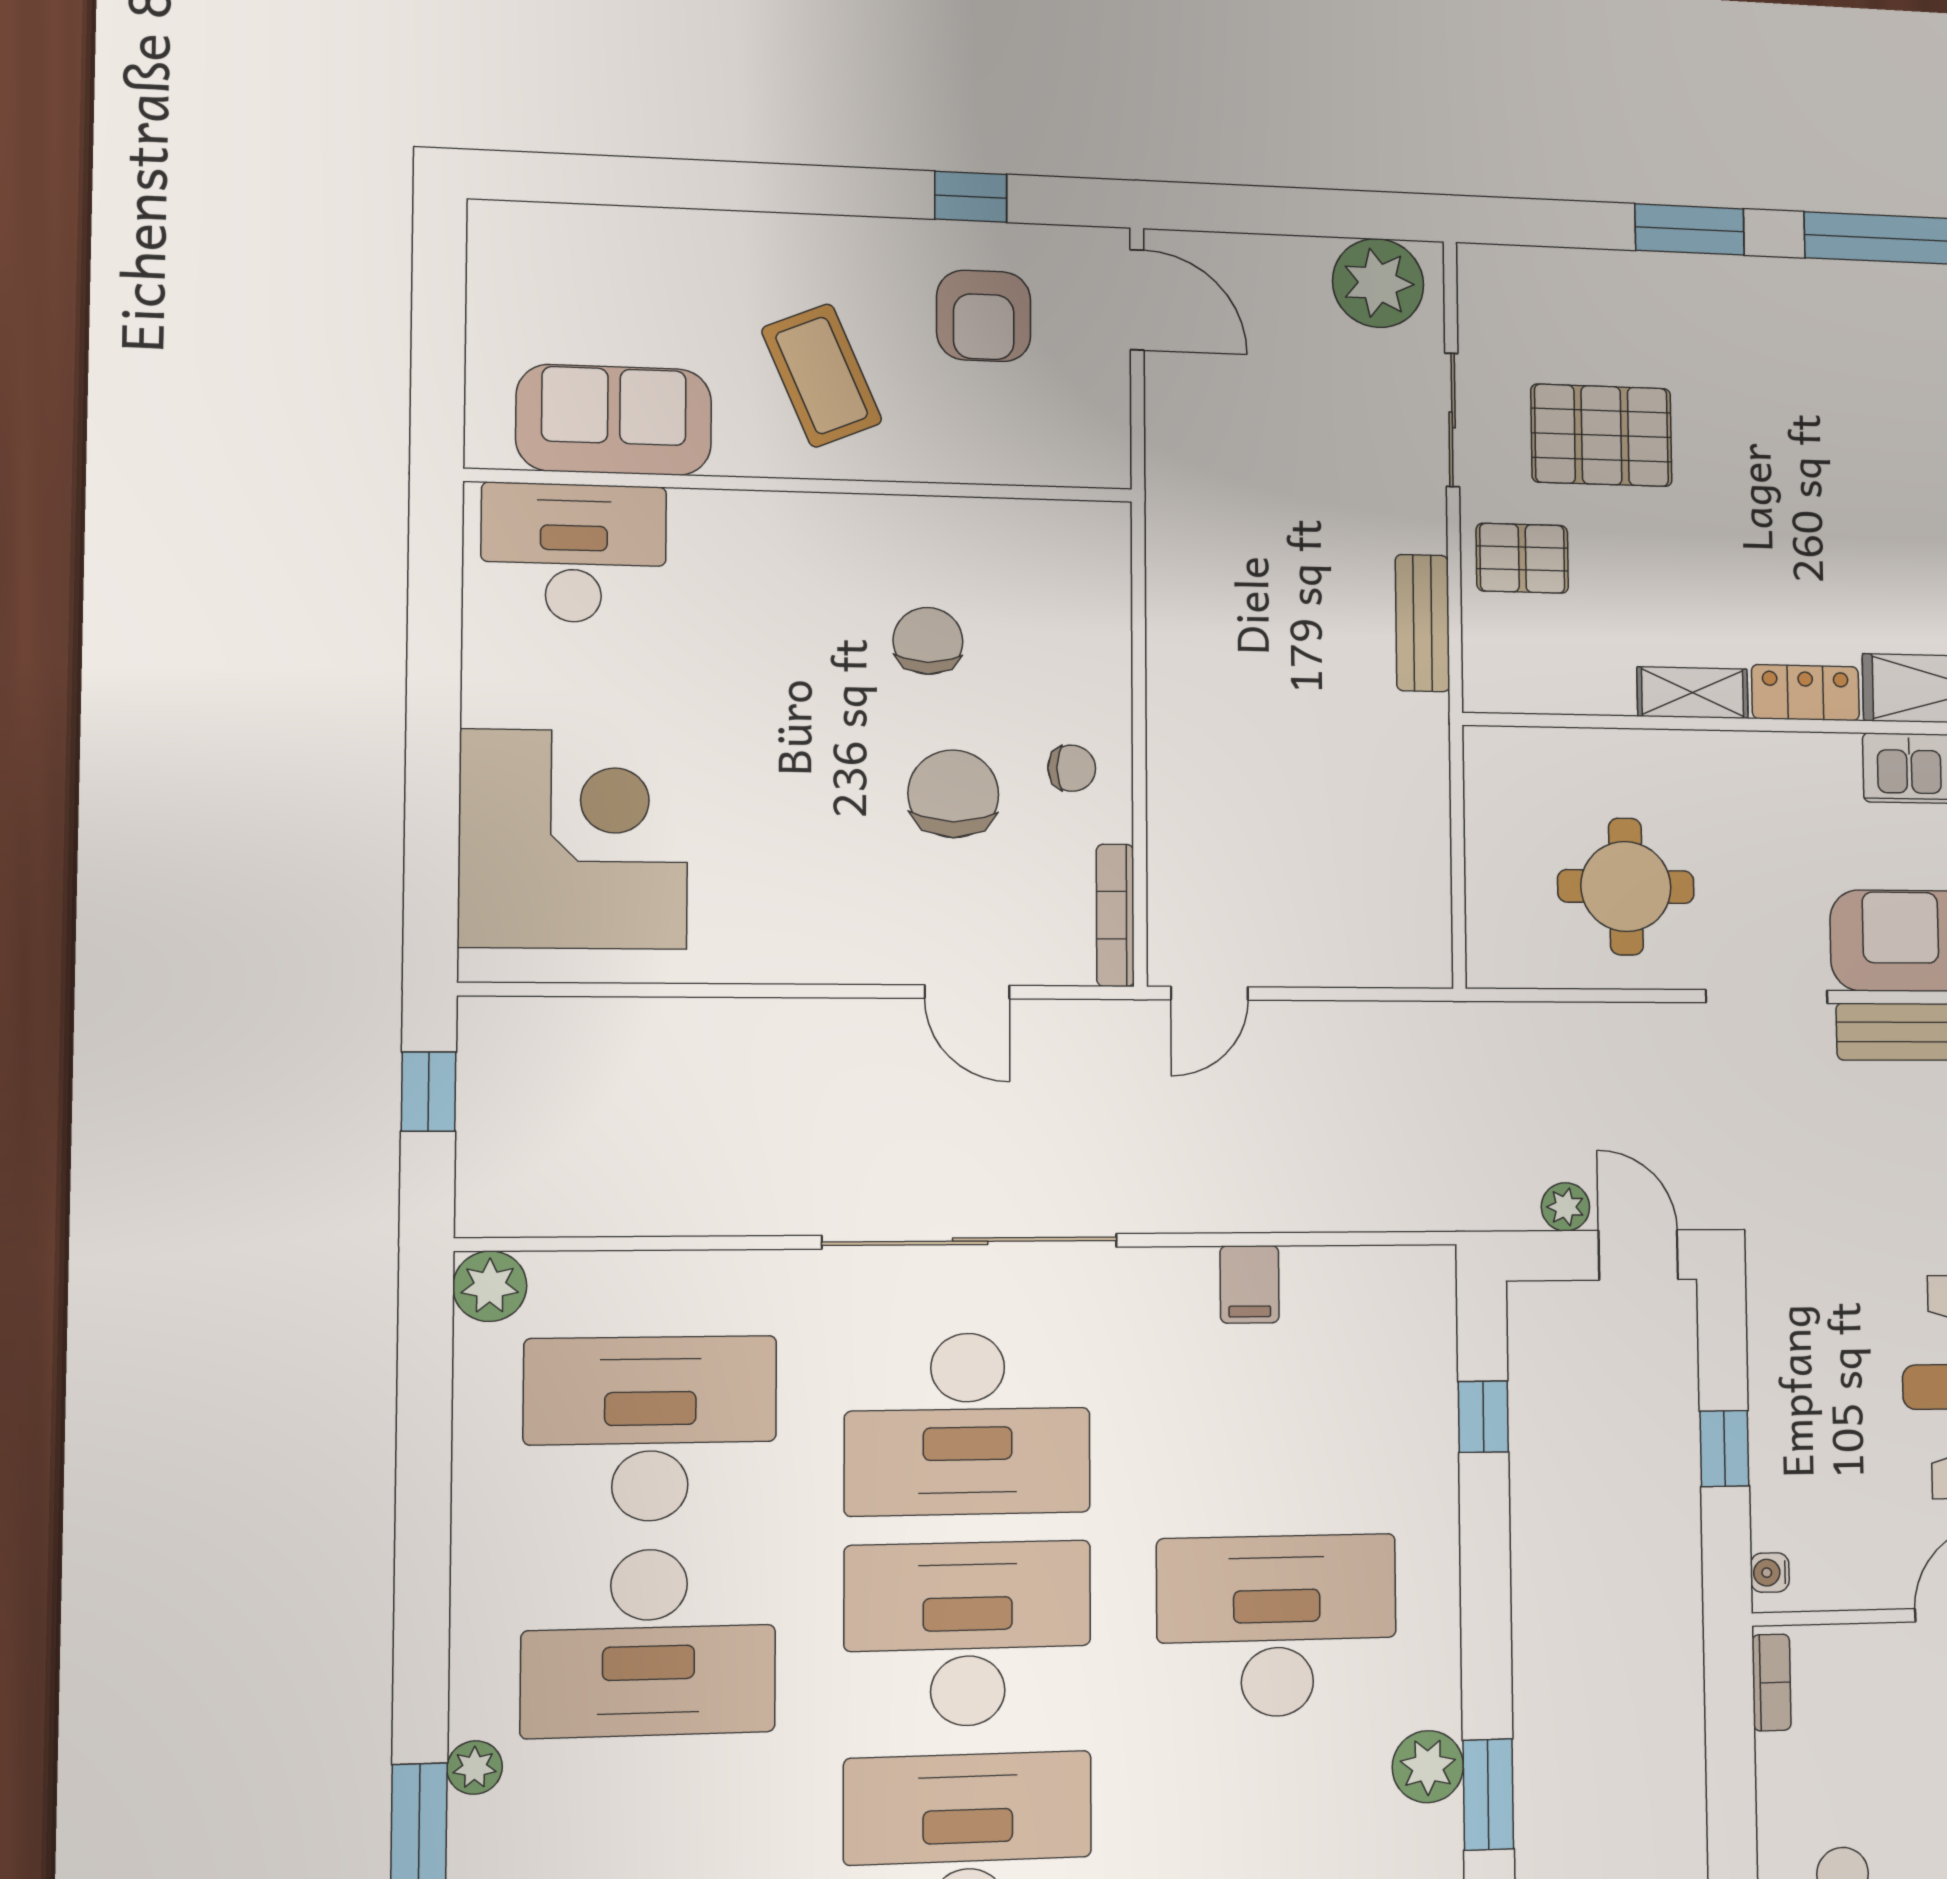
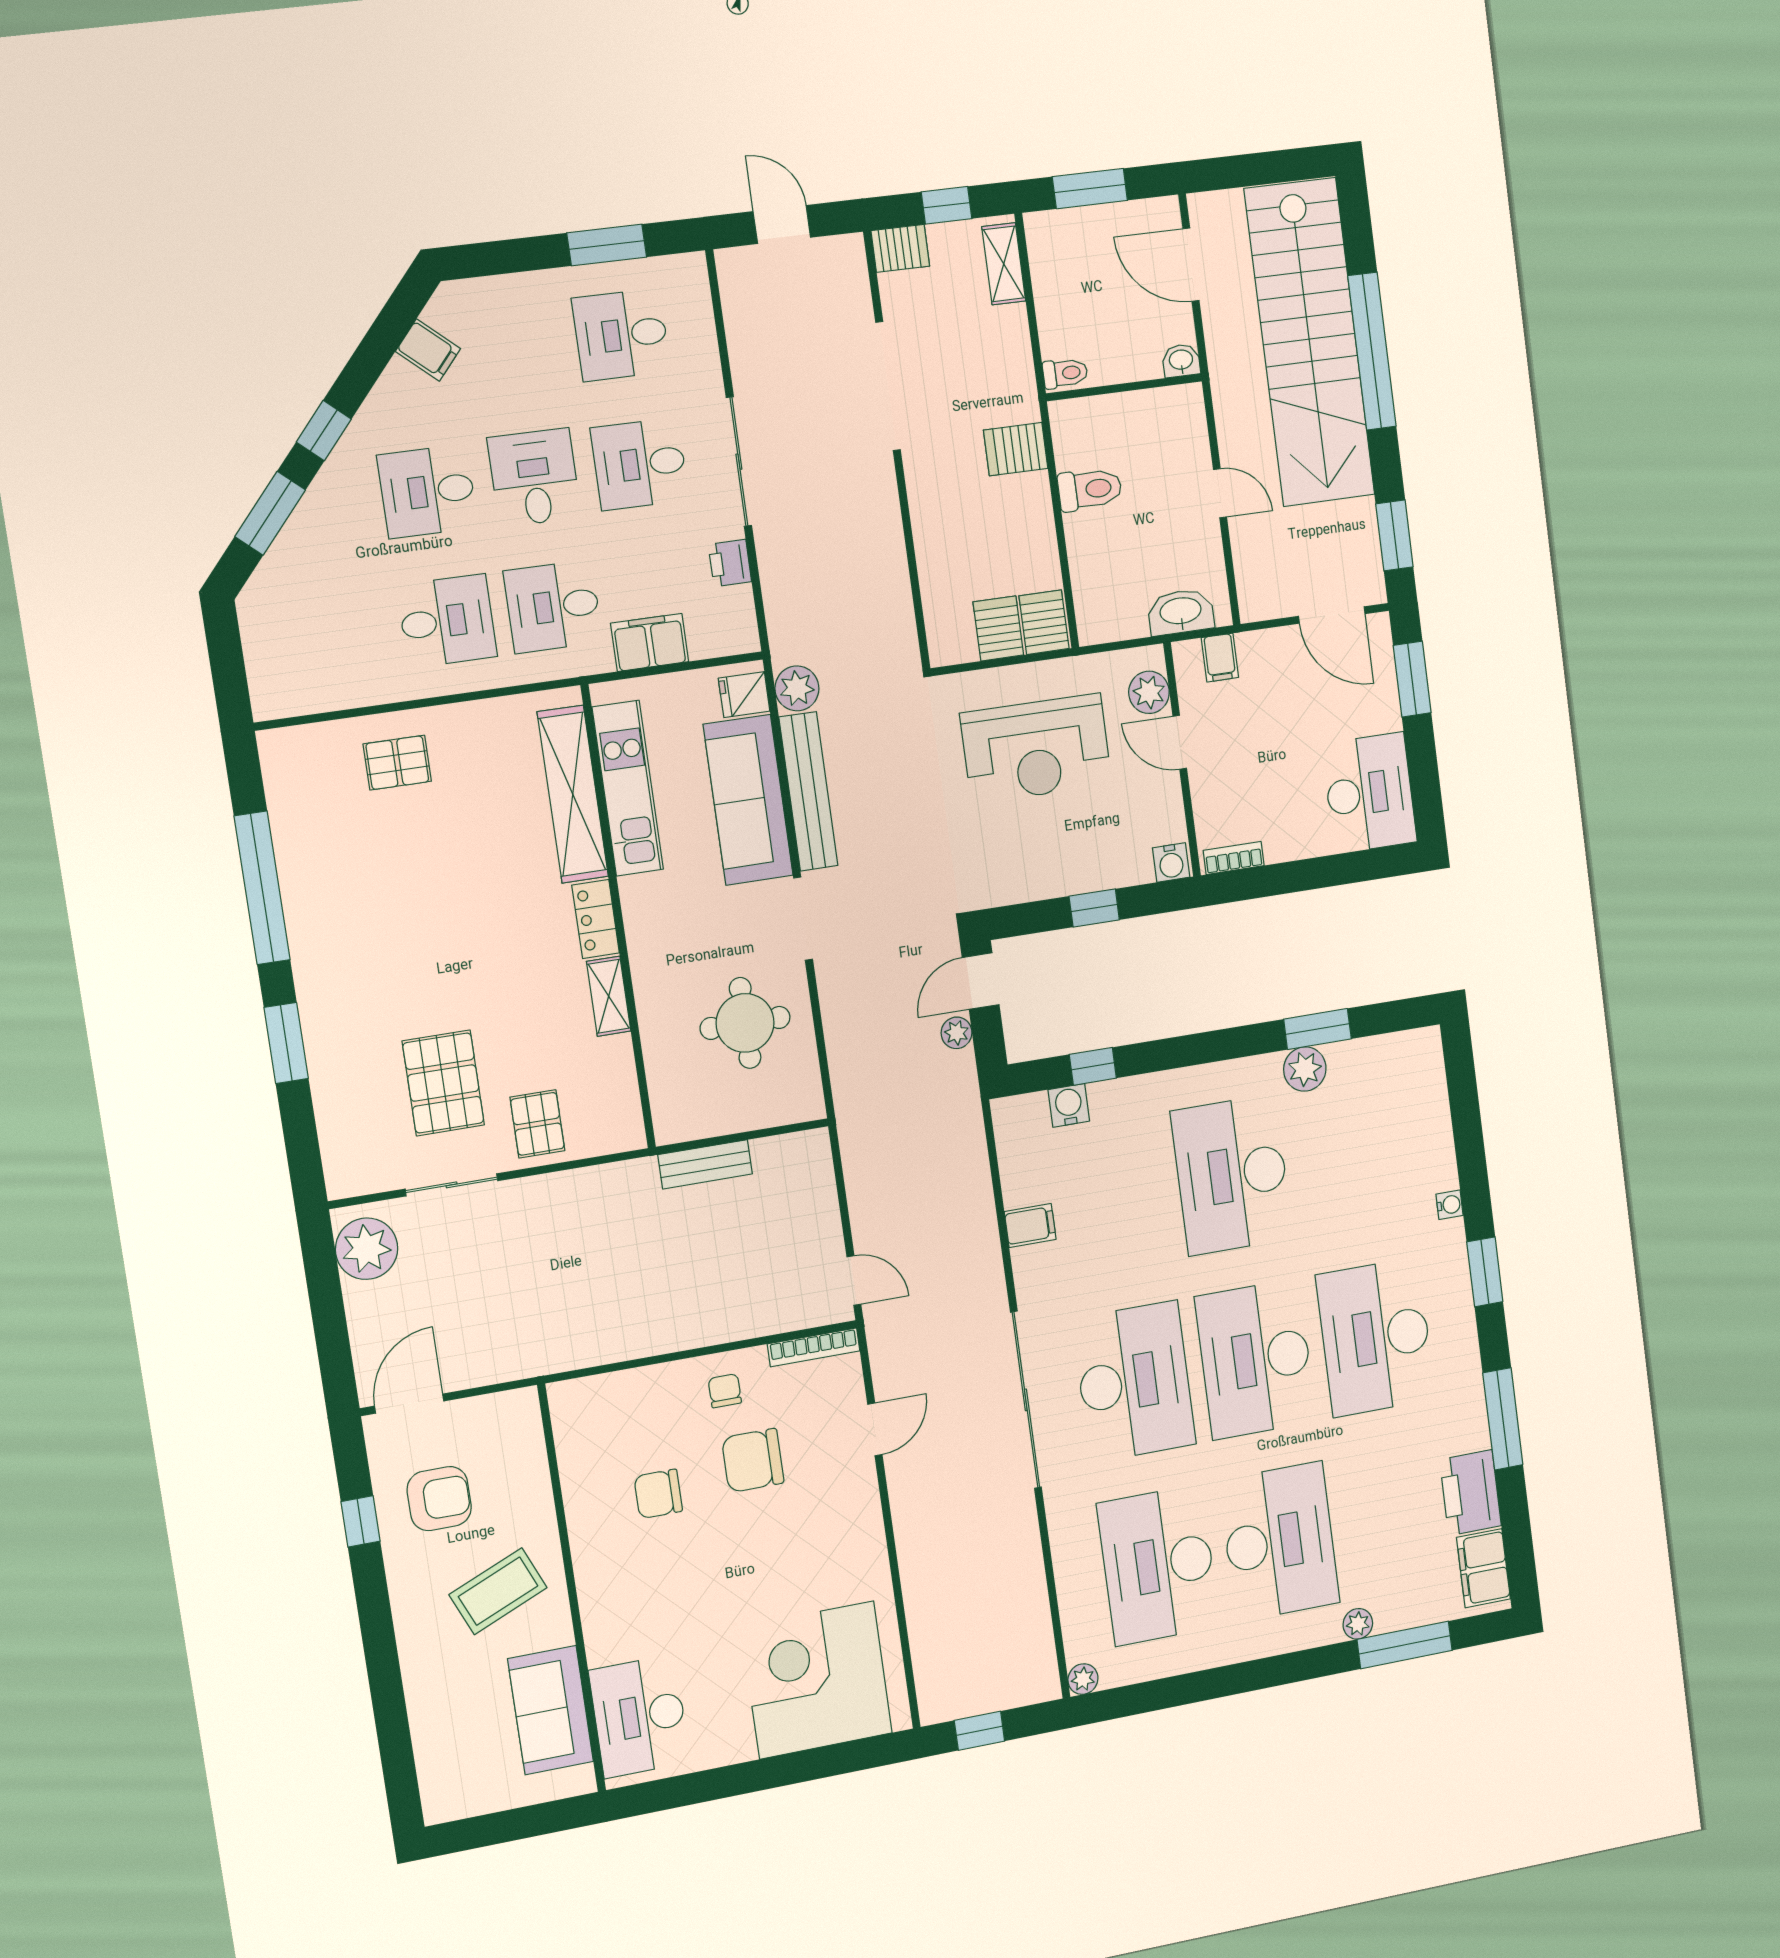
bench: (1422, 623) -> (705, 1164), moved
plant: (490, 1286) -> (1083, 1679), width x0.73, depth x0.73
water cooler: (1428, 1370) -> (1069, 1105), added
water cooler: (1770, 1573) -> (1171, 863), width x1.38, depth x1.38

